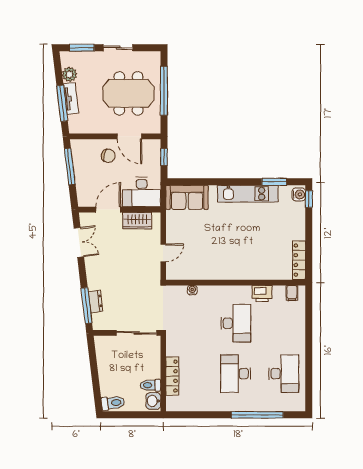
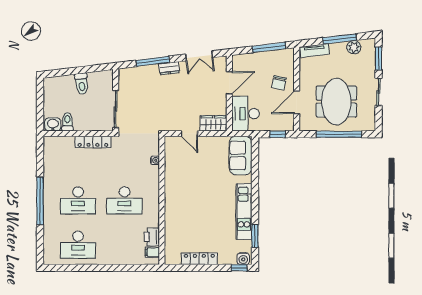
tv unit: (71, 98) -> (315, 51), moved
window: (62, 103) -> (340, 39), moved
door: (108, 210) -> (229, 83), hinge flipped
wardrobe: (137, 221) -> (213, 123), moved, turned 90
locker: (299, 260) -> (199, 259), moved
printer: (262, 294) -> (152, 237), moved
dresser: (96, 301) -> (169, 68), moved
window: (86, 306) -> (153, 61), moved
desk: (236, 374) -> (78, 200), turned 180
locker: (172, 376) -> (93, 142), moved
toilet: (113, 403) -> (82, 84), moved
window: (257, 415) -> (40, 201), moved

